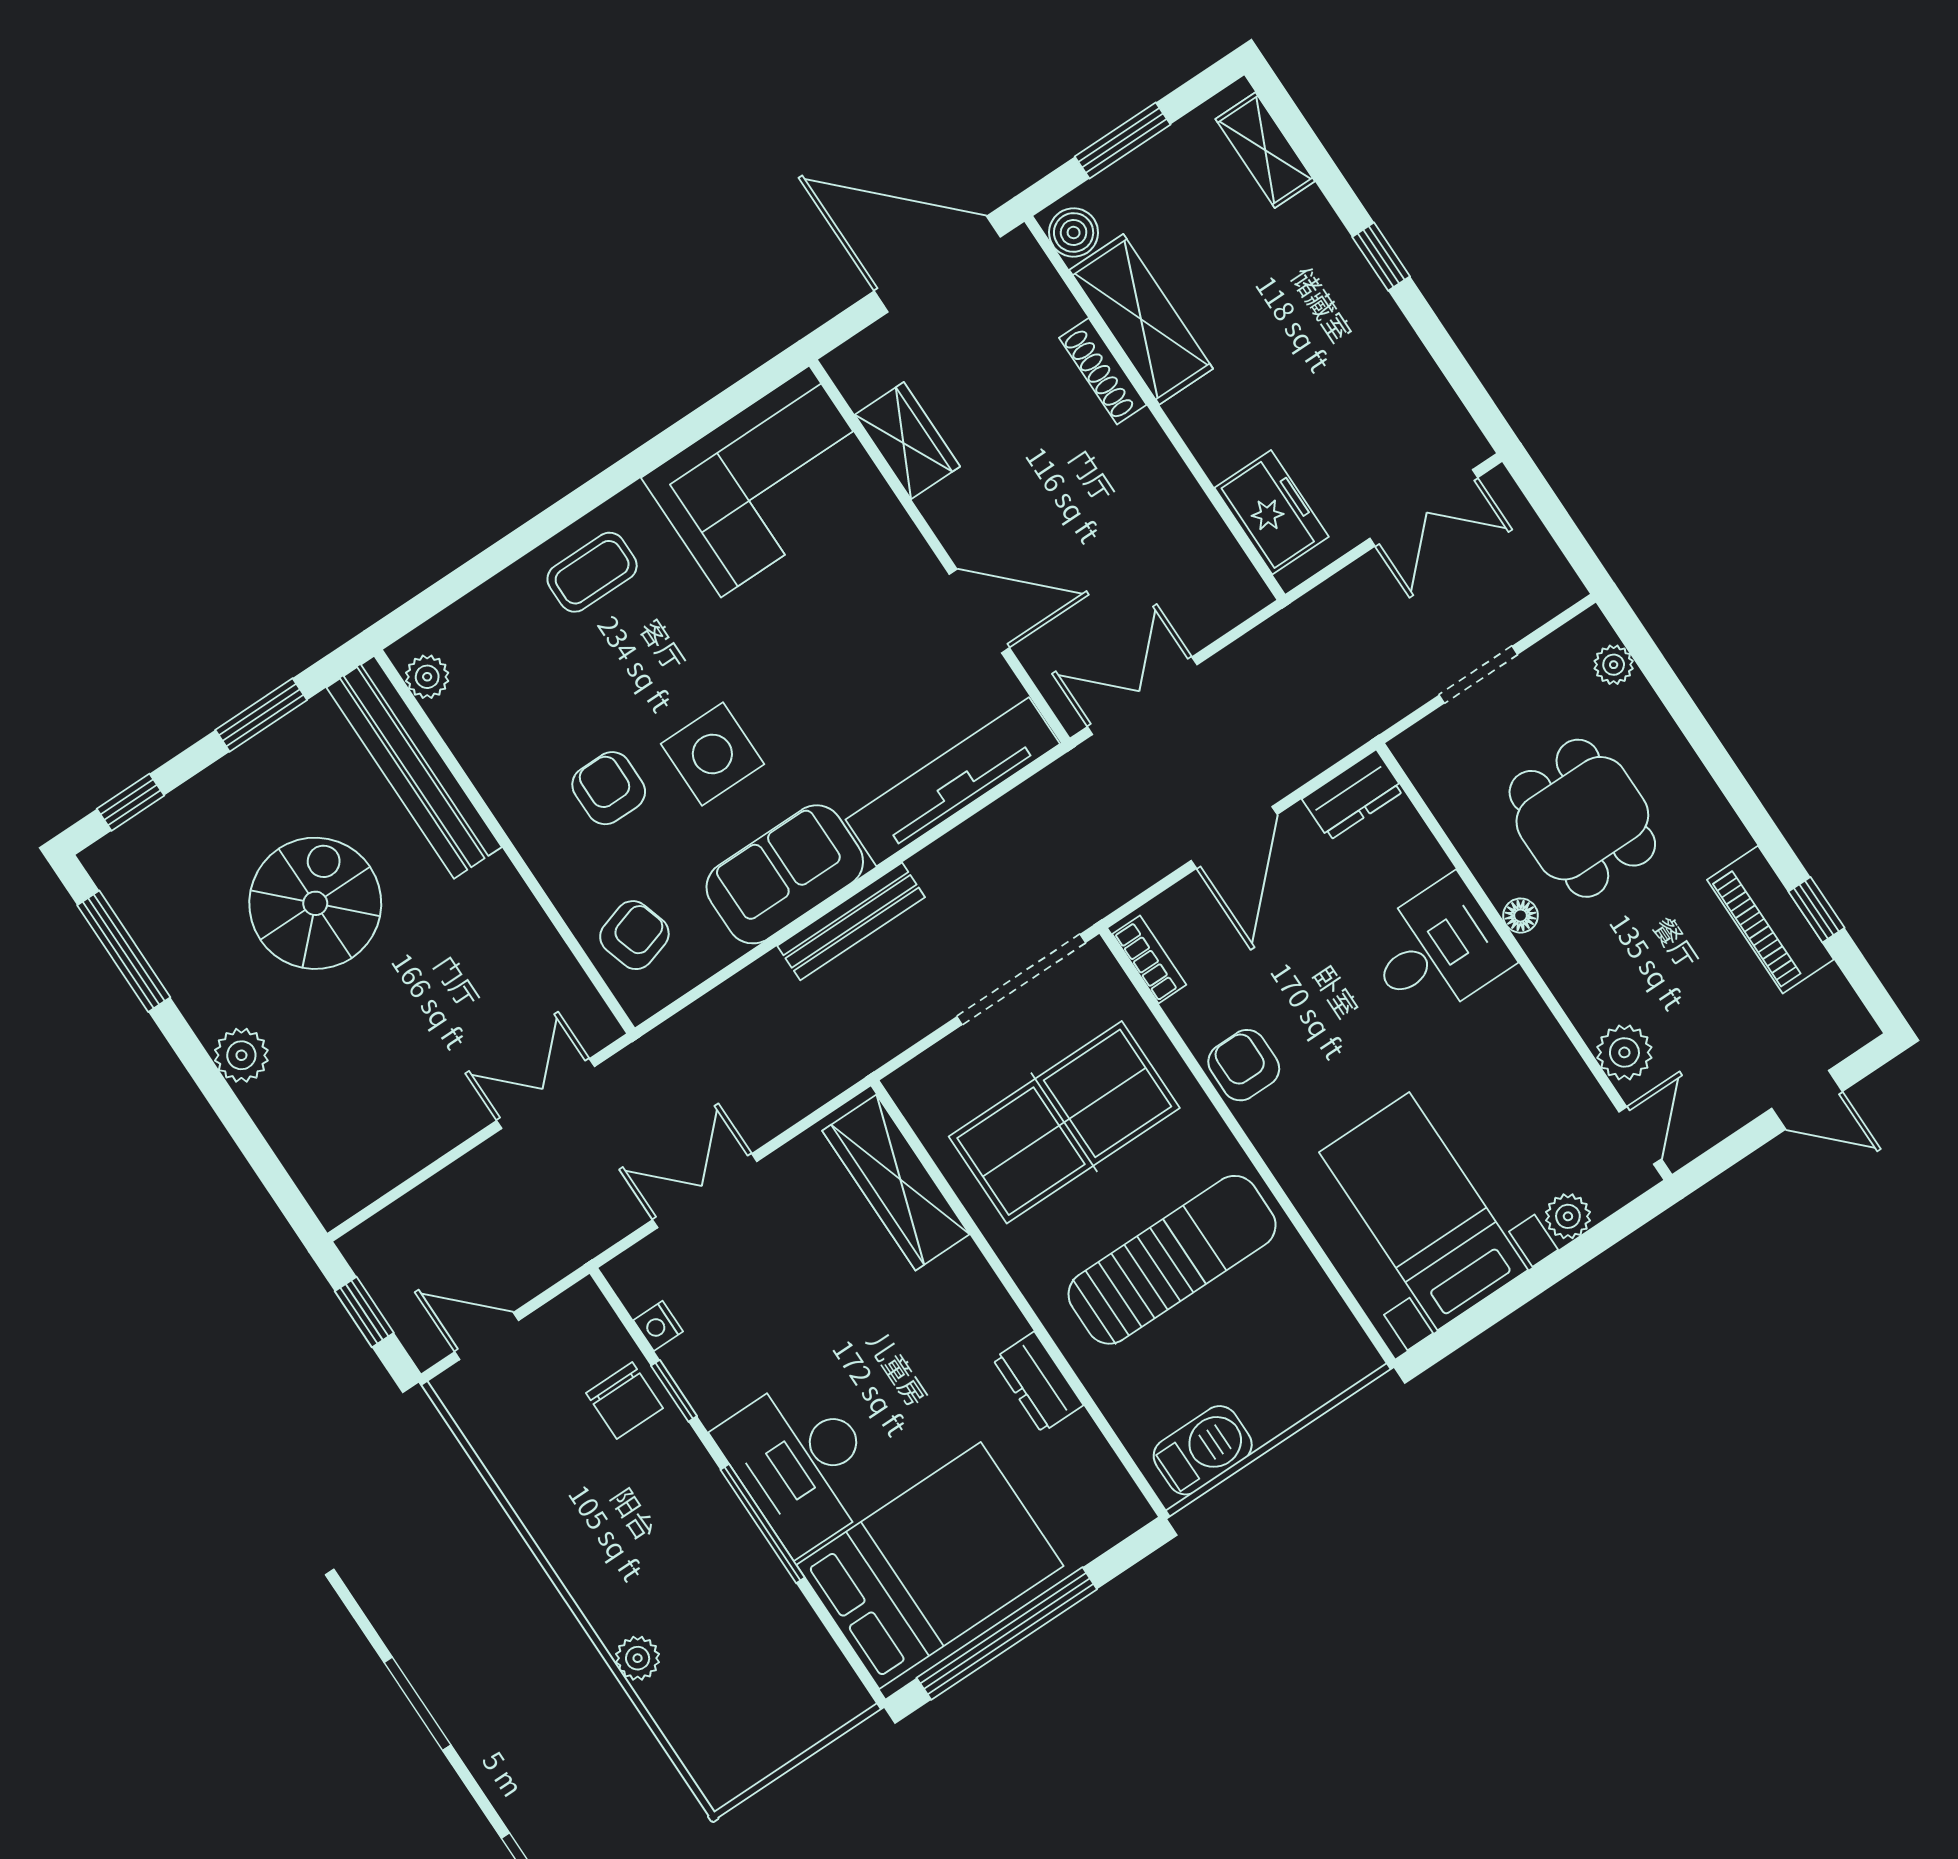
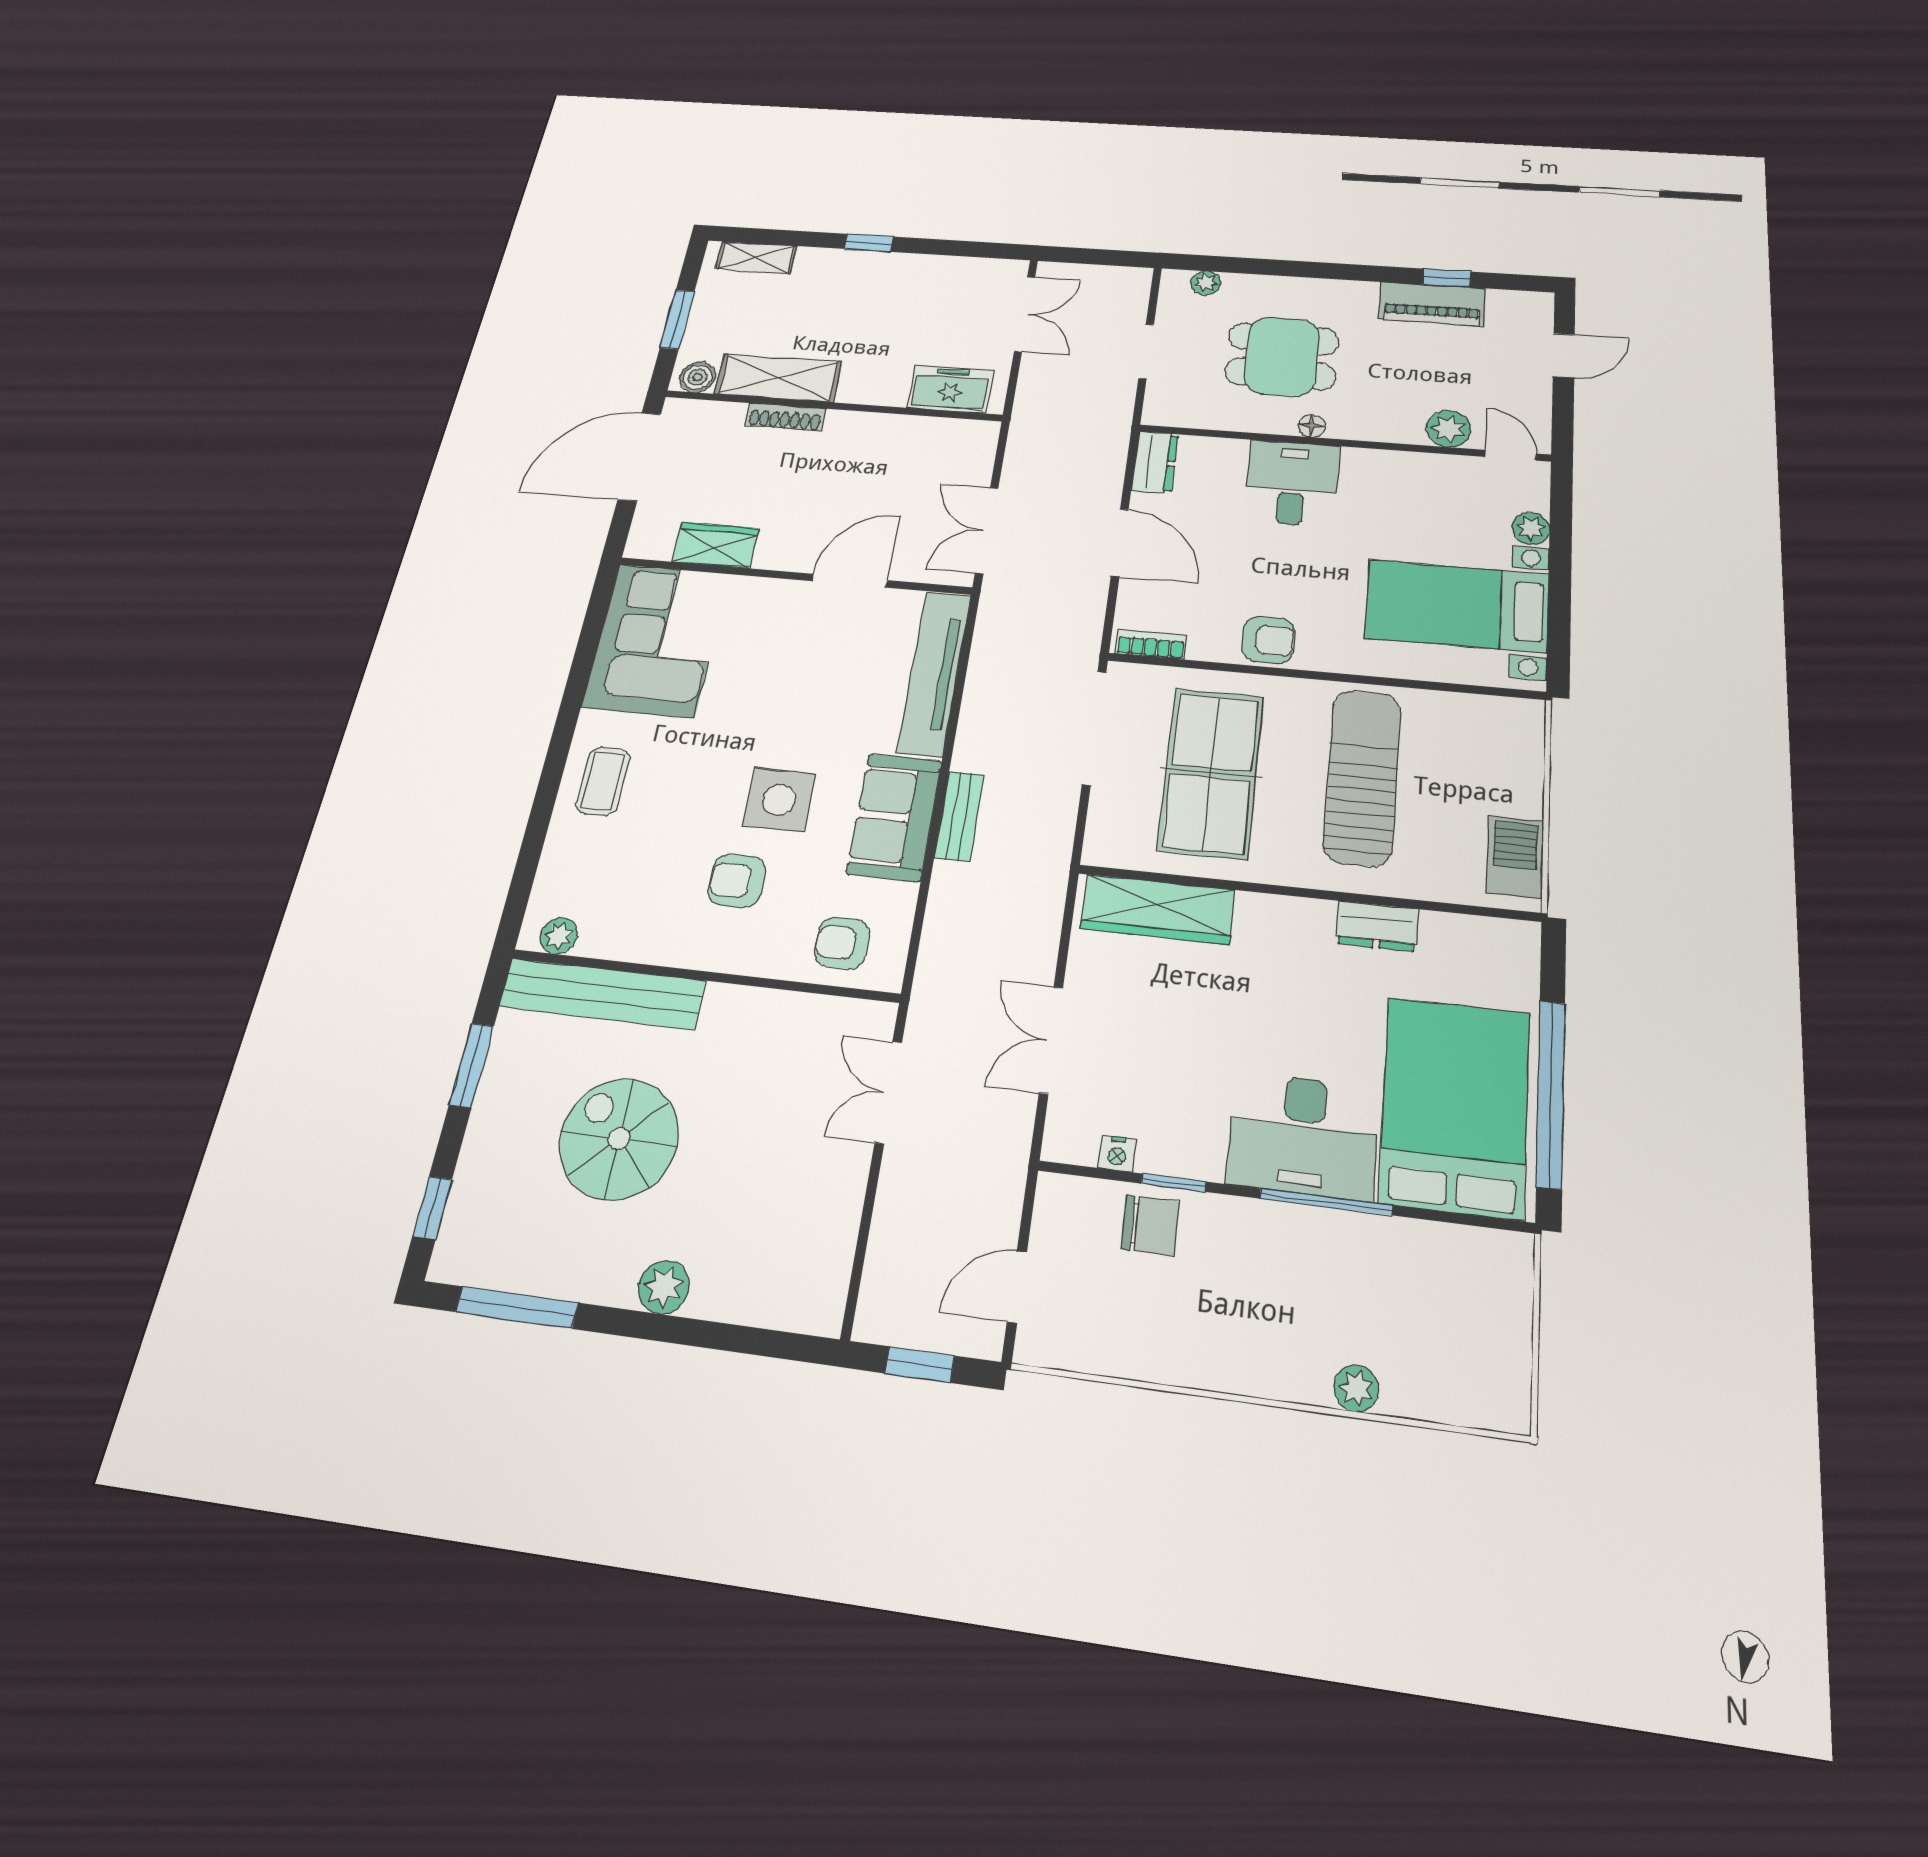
bench: (851, 921) -> (959, 816), width x0.73
armchair: (634, 935) -> (842, 943), turned -73
armchair: (1244, 1065) -> (1268, 640), turned 180

